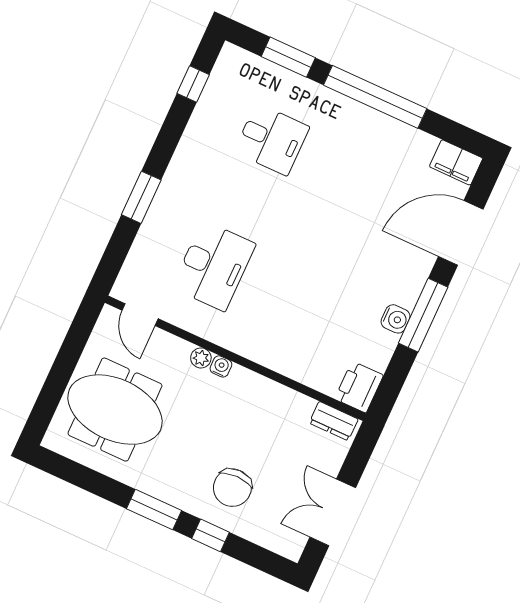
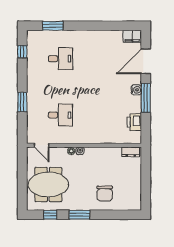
window: (375, 97) -> (91, 26), removed
desk: (214, 266) -> (60, 115), width x0.73
water cooler: (396, 319) -> (136, 90), moved
printer: (359, 387) -> (134, 122), moved
double door: (333, 512) -> (146, 186), removed
window: (210, 535) -> (50, 215), moved

